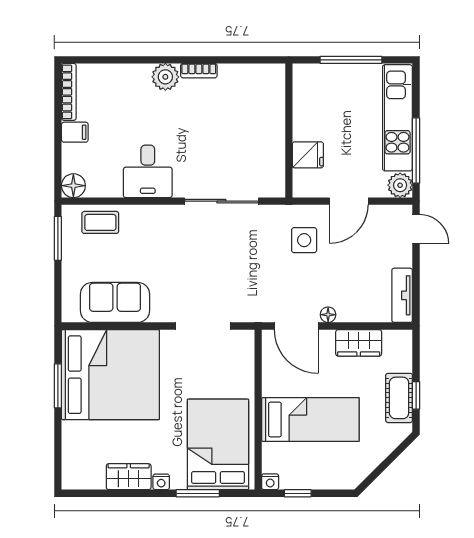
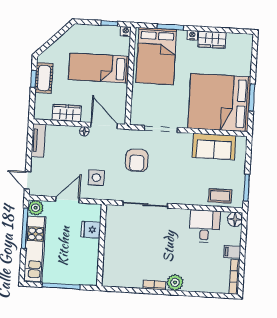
desk: (148, 171) -> (205, 226), moved
armchair: (239, 272) -> (137, 160), added

